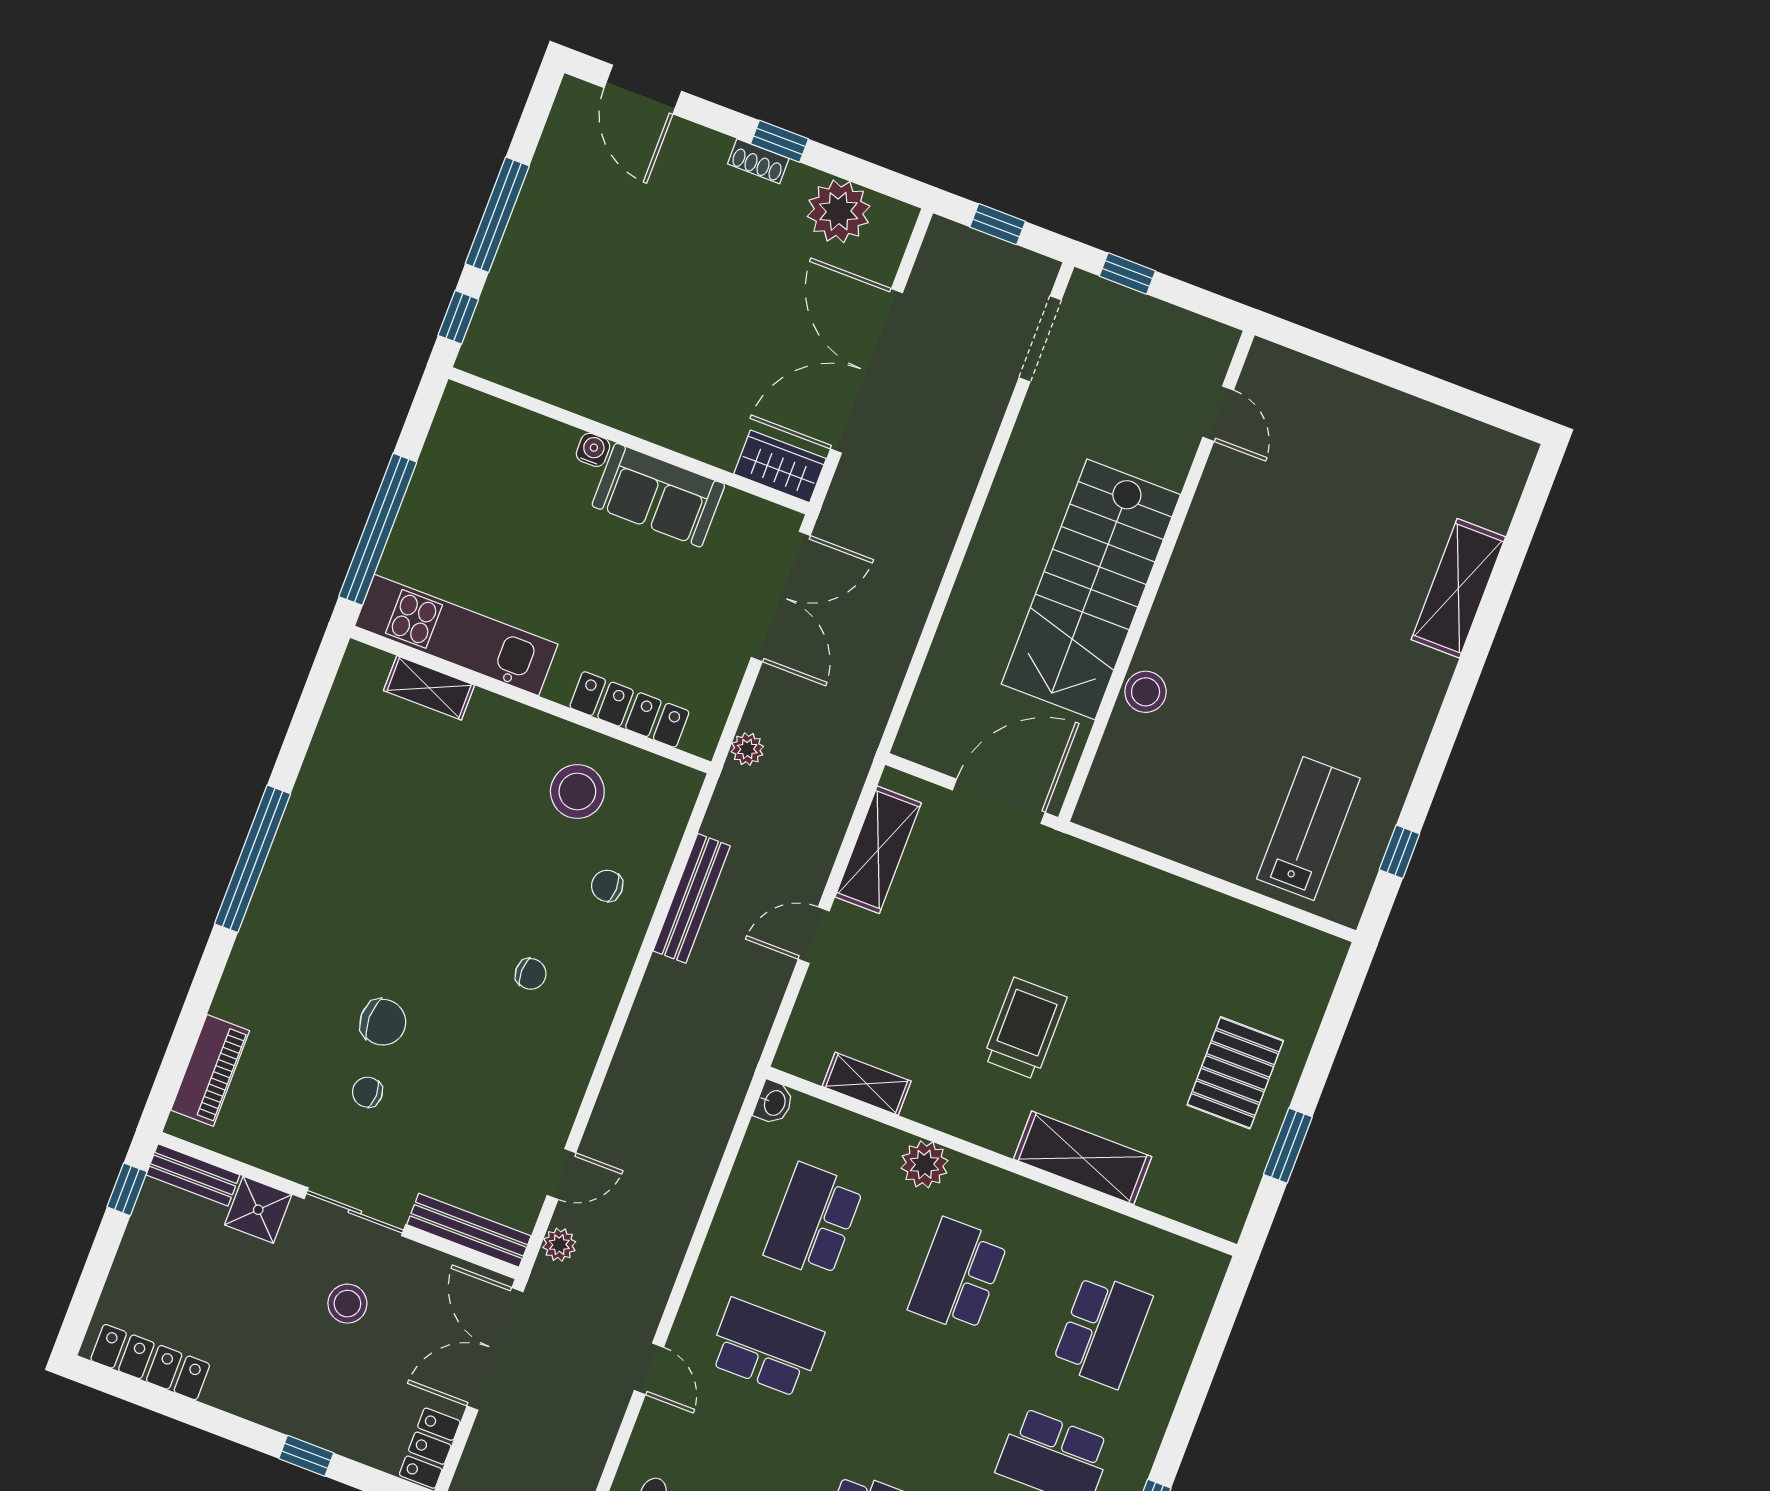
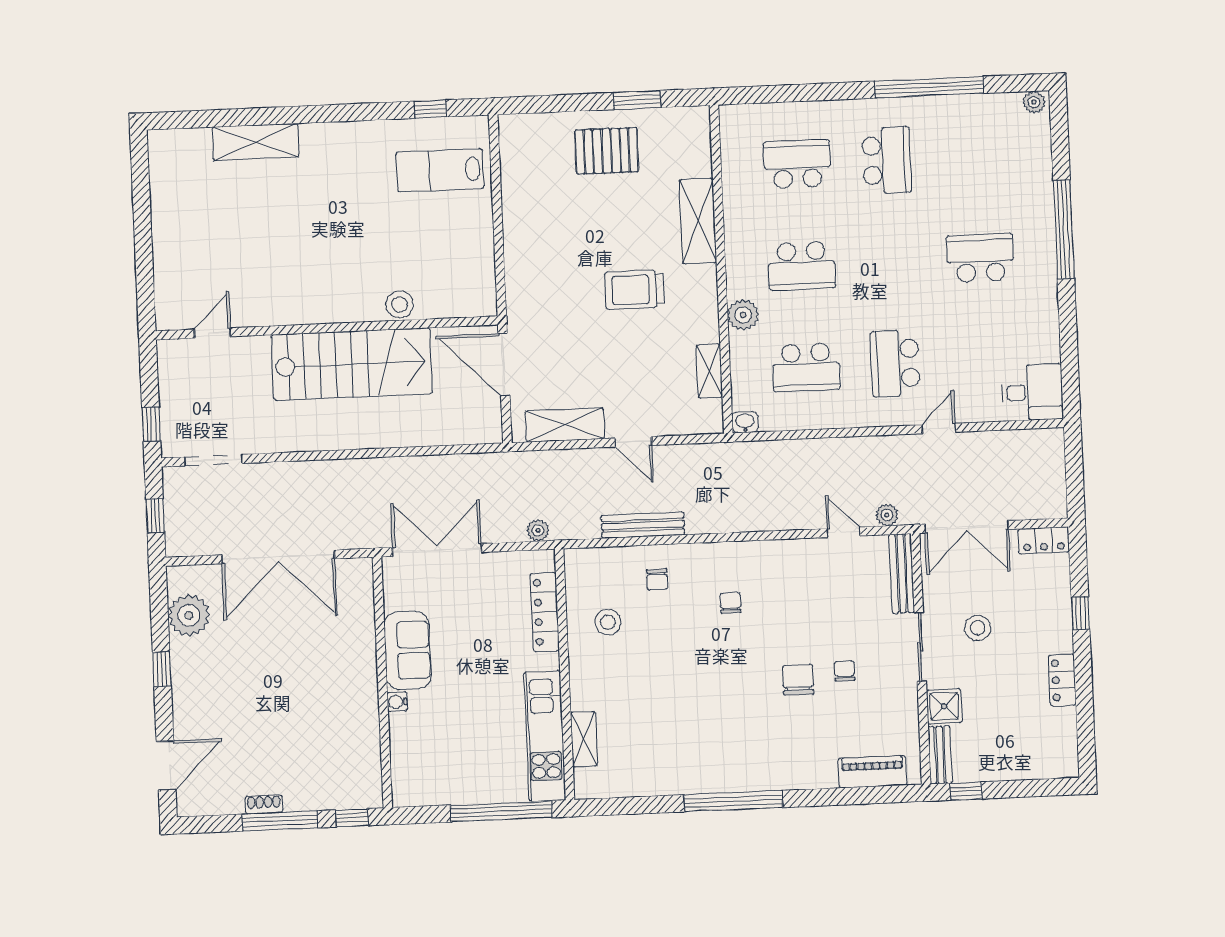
shoe rack: (758, 161) -> (264, 804), moved, turned -90
wardrobe: (780, 466) -> (358, 584), removed
stool: (577, 791) -> (608, 622), width x0.73, depth x0.73
chair: (367, 1092) -> (845, 671), turned 180
locker: (150, 1362) -> (1062, 680), moved, width x0.66

